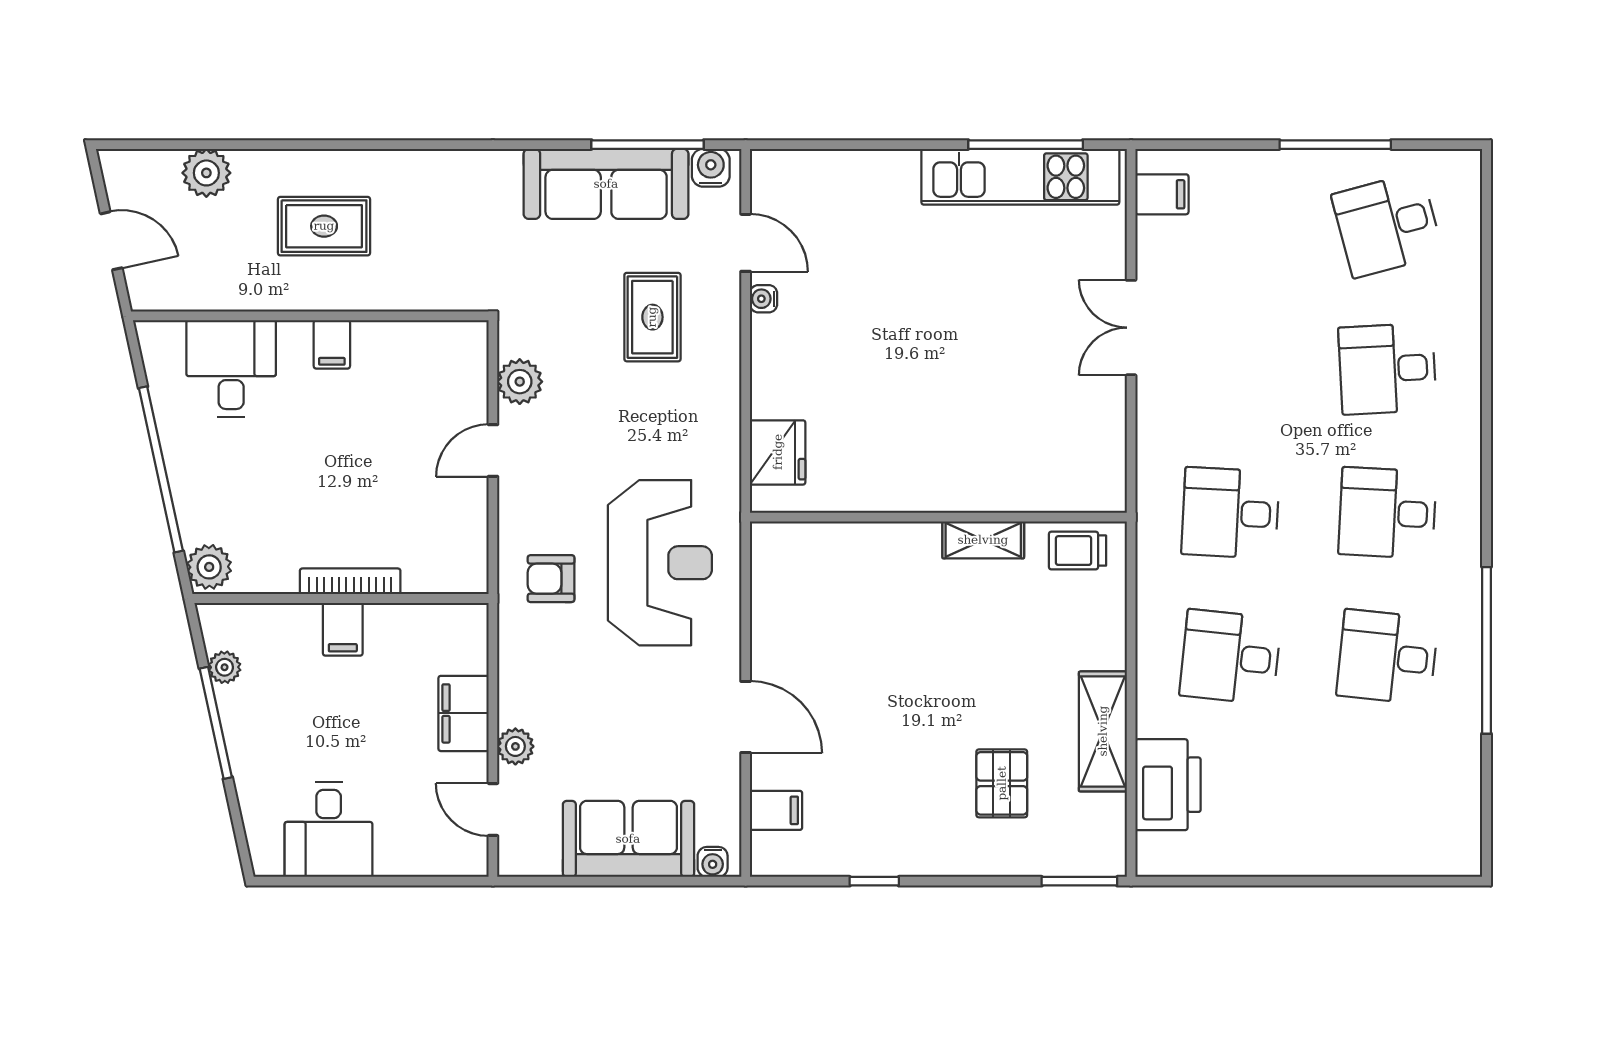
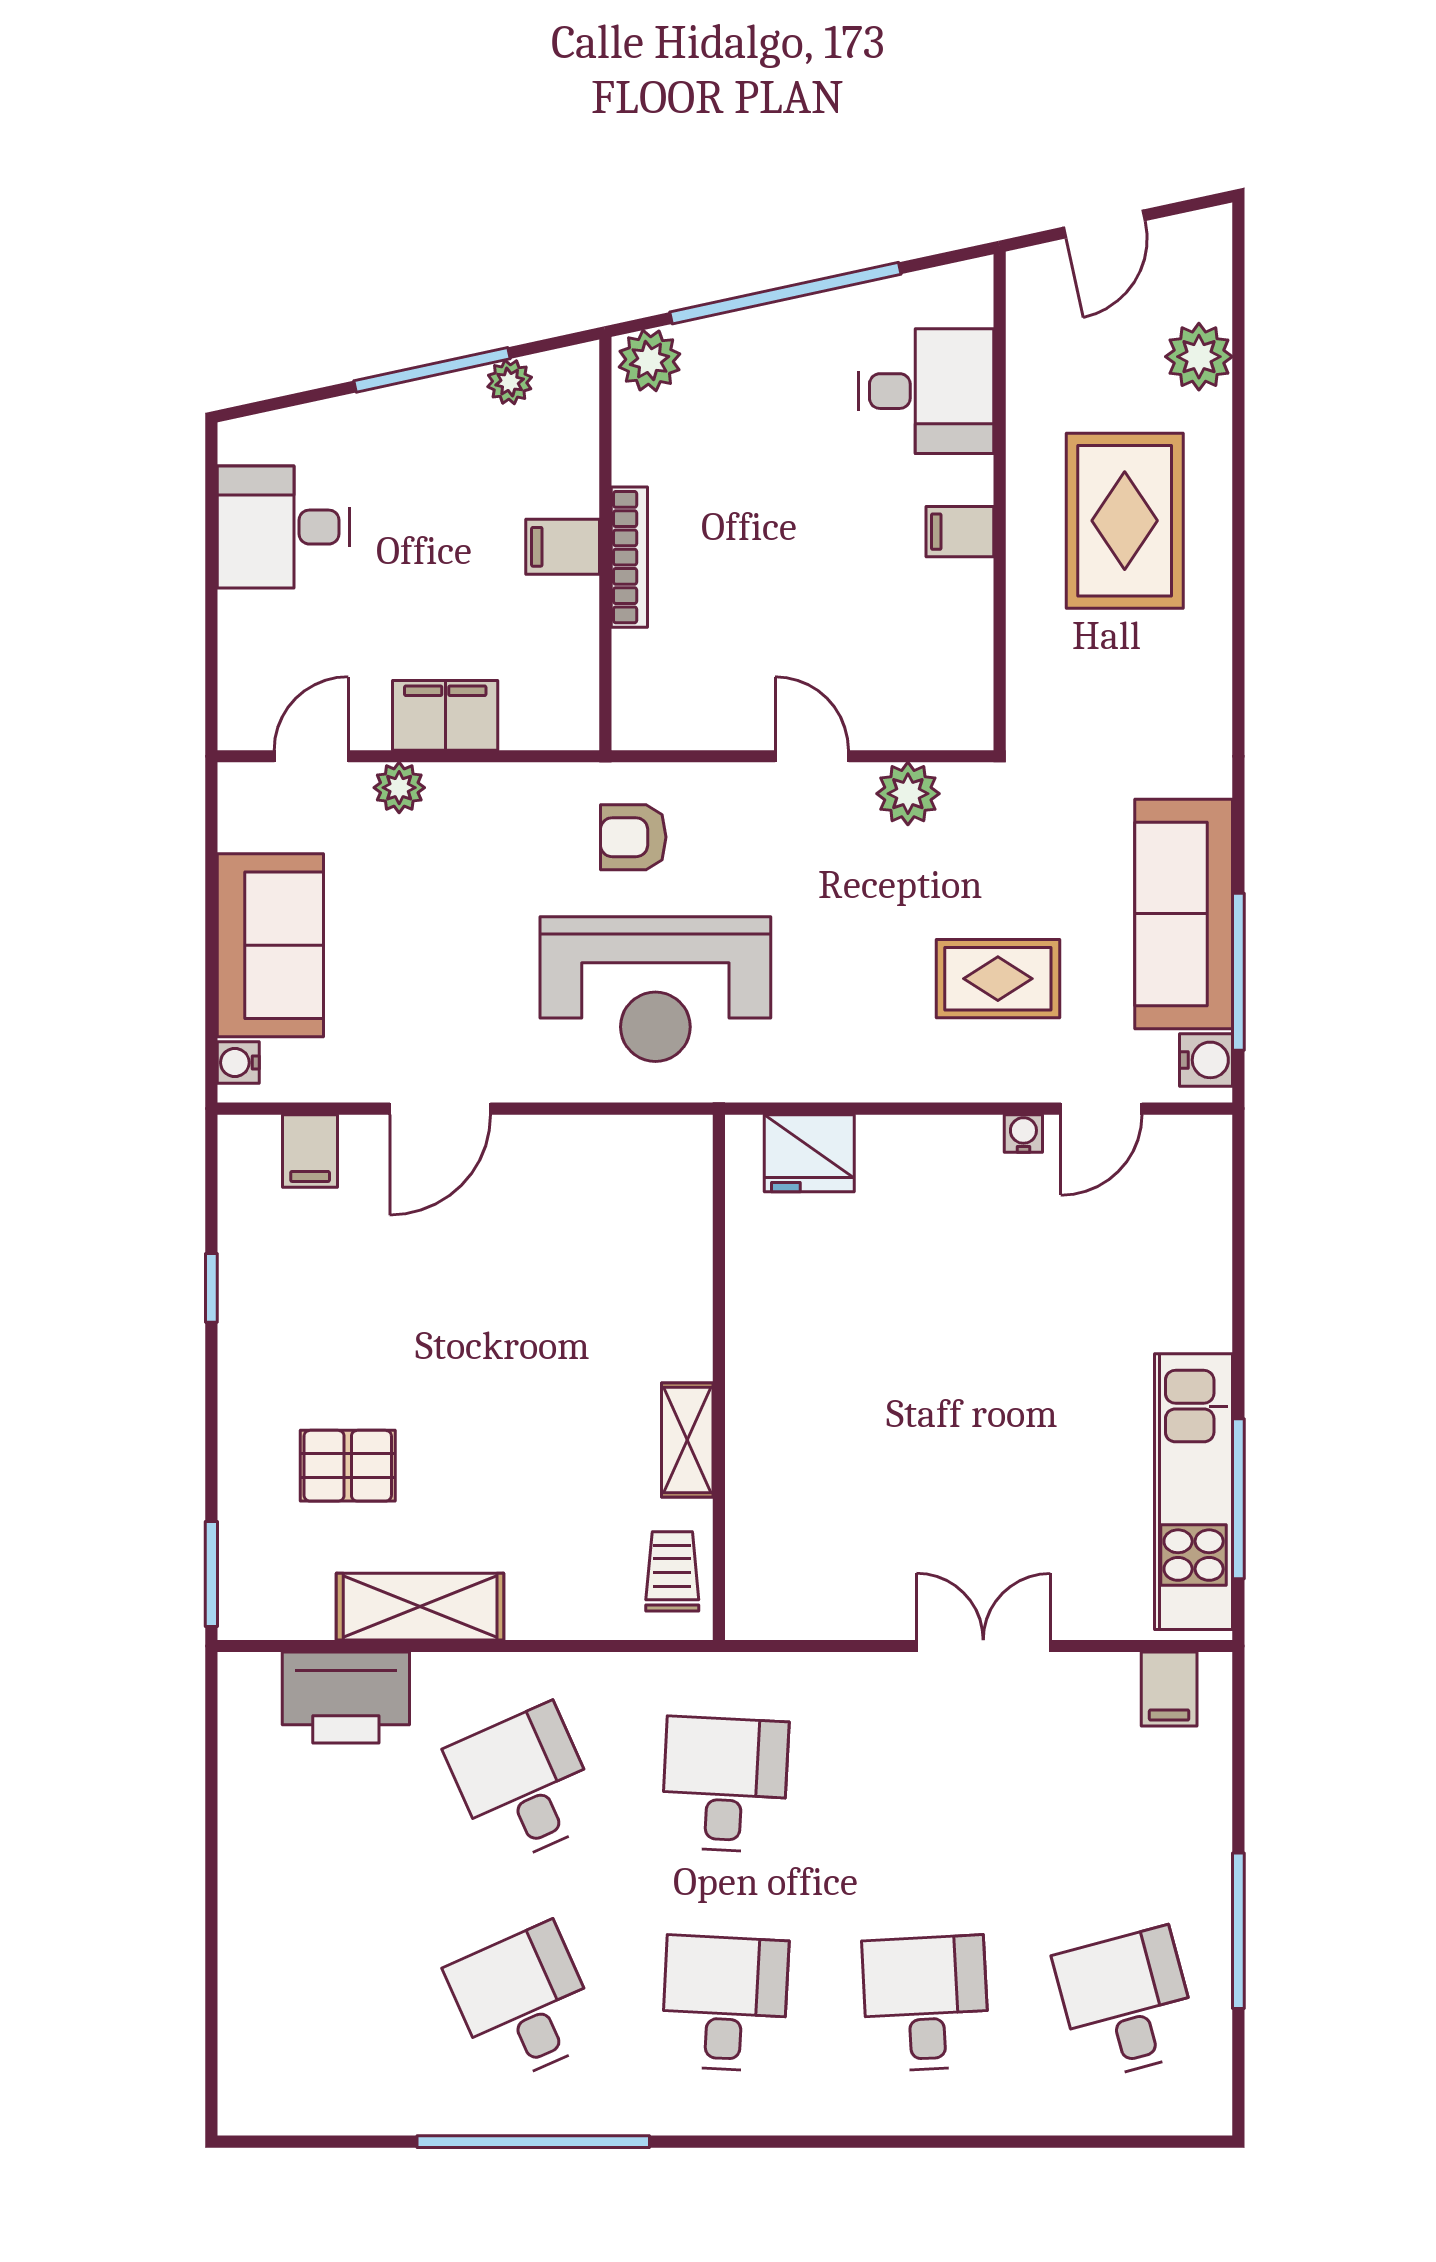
rug: (324, 226) -> (1125, 521), width x1.36, depth x1.43
armchair: (551, 579) -> (633, 837), turned -90
desk: (1230, 657) -> (524, 1784), turned -30
desk: (1387, 657) -> (524, 2003), turned -30

